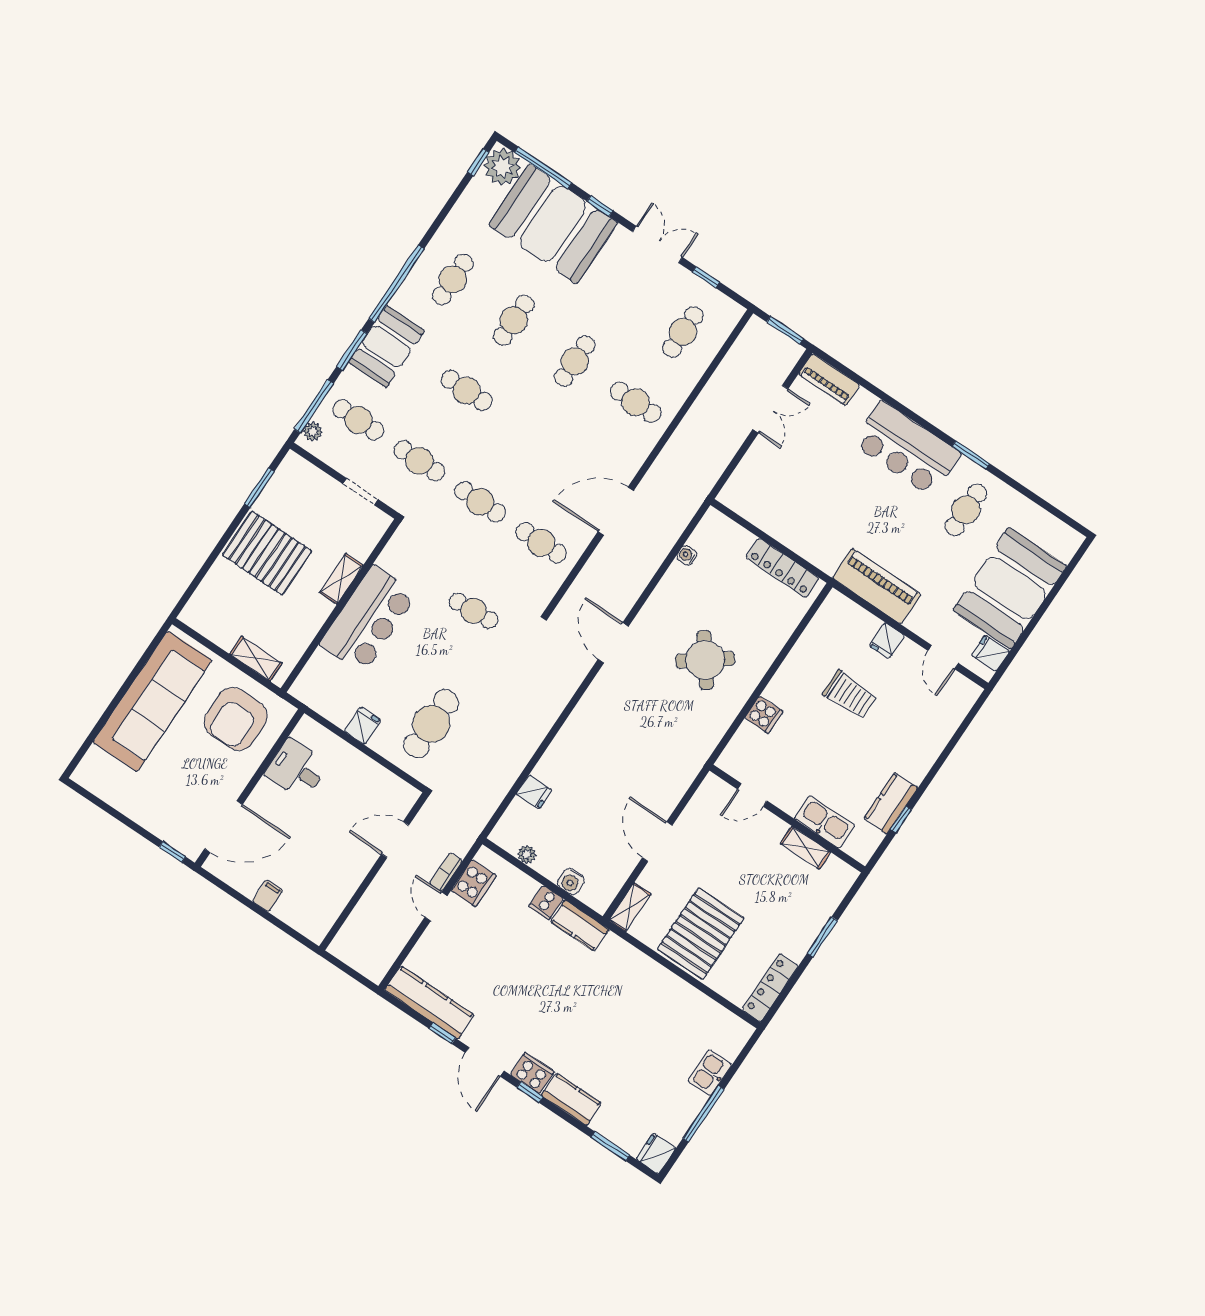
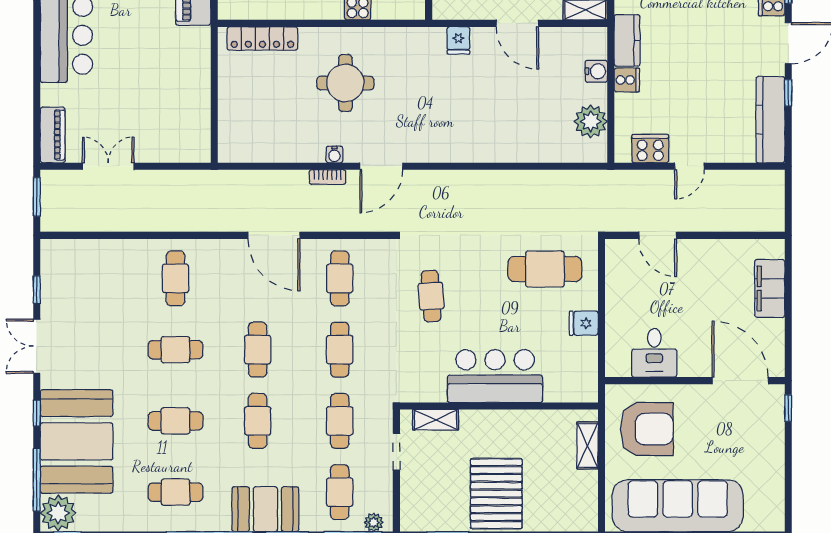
cafe table: (683, 332) -> (258, 350), moved, turned 90
water cooler: (687, 555) -> (334, 155), moved
locker: (782, 568) -> (262, 38), moved, turned 90
shelving: (341, 579) -> (435, 420), moved
round table: (705, 660) -> (345, 83), turned 37
fridge: (534, 792) -> (458, 40), moved, turned 180
door: (657, 841) -> (517, 23), hinge flipped
plant: (527, 854) -> (591, 121), width x1.88, depth x1.88
bookcase: (446, 872) -> (327, 177), moved
filing cabinet: (268, 896) -> (770, 288), width x3.00, depth x1.17

